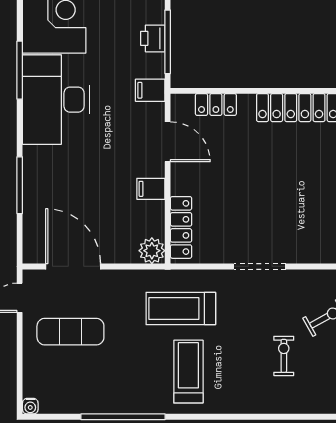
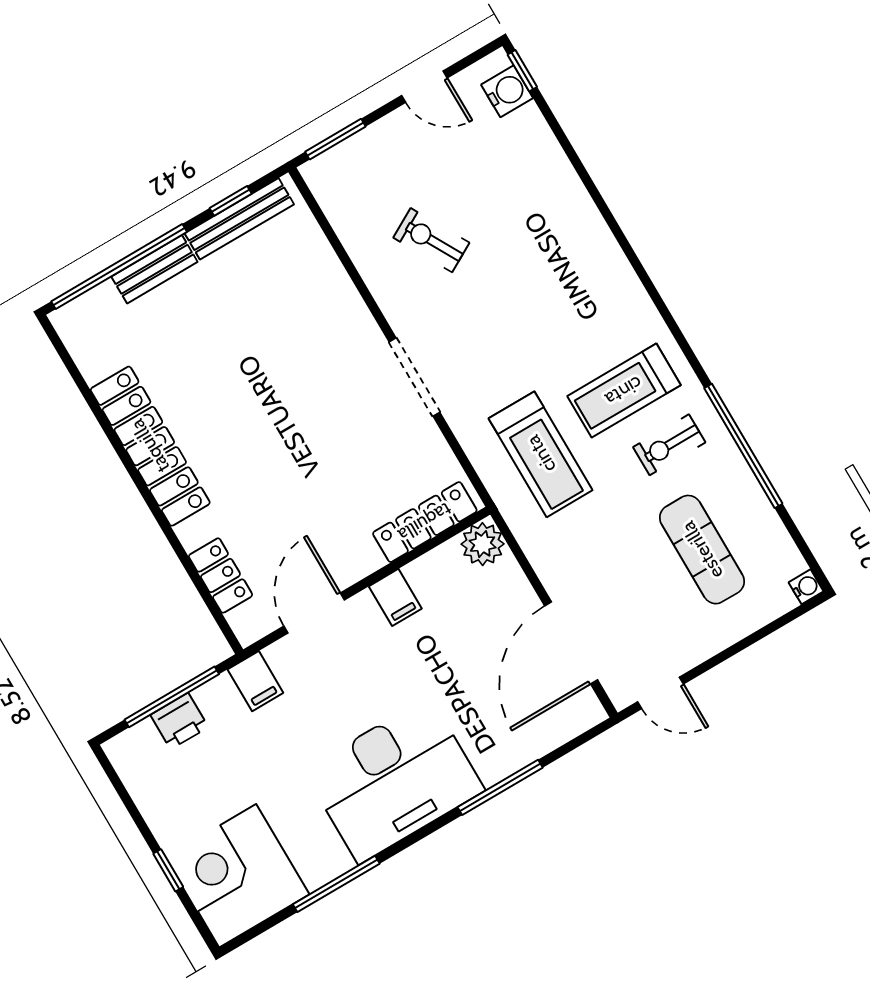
desk: (56, 100) -> (394, 780), moved
exercise mat: (70, 332) -> (702, 550), moved
exercise bike: (284, 356) -> (669, 445), moved

